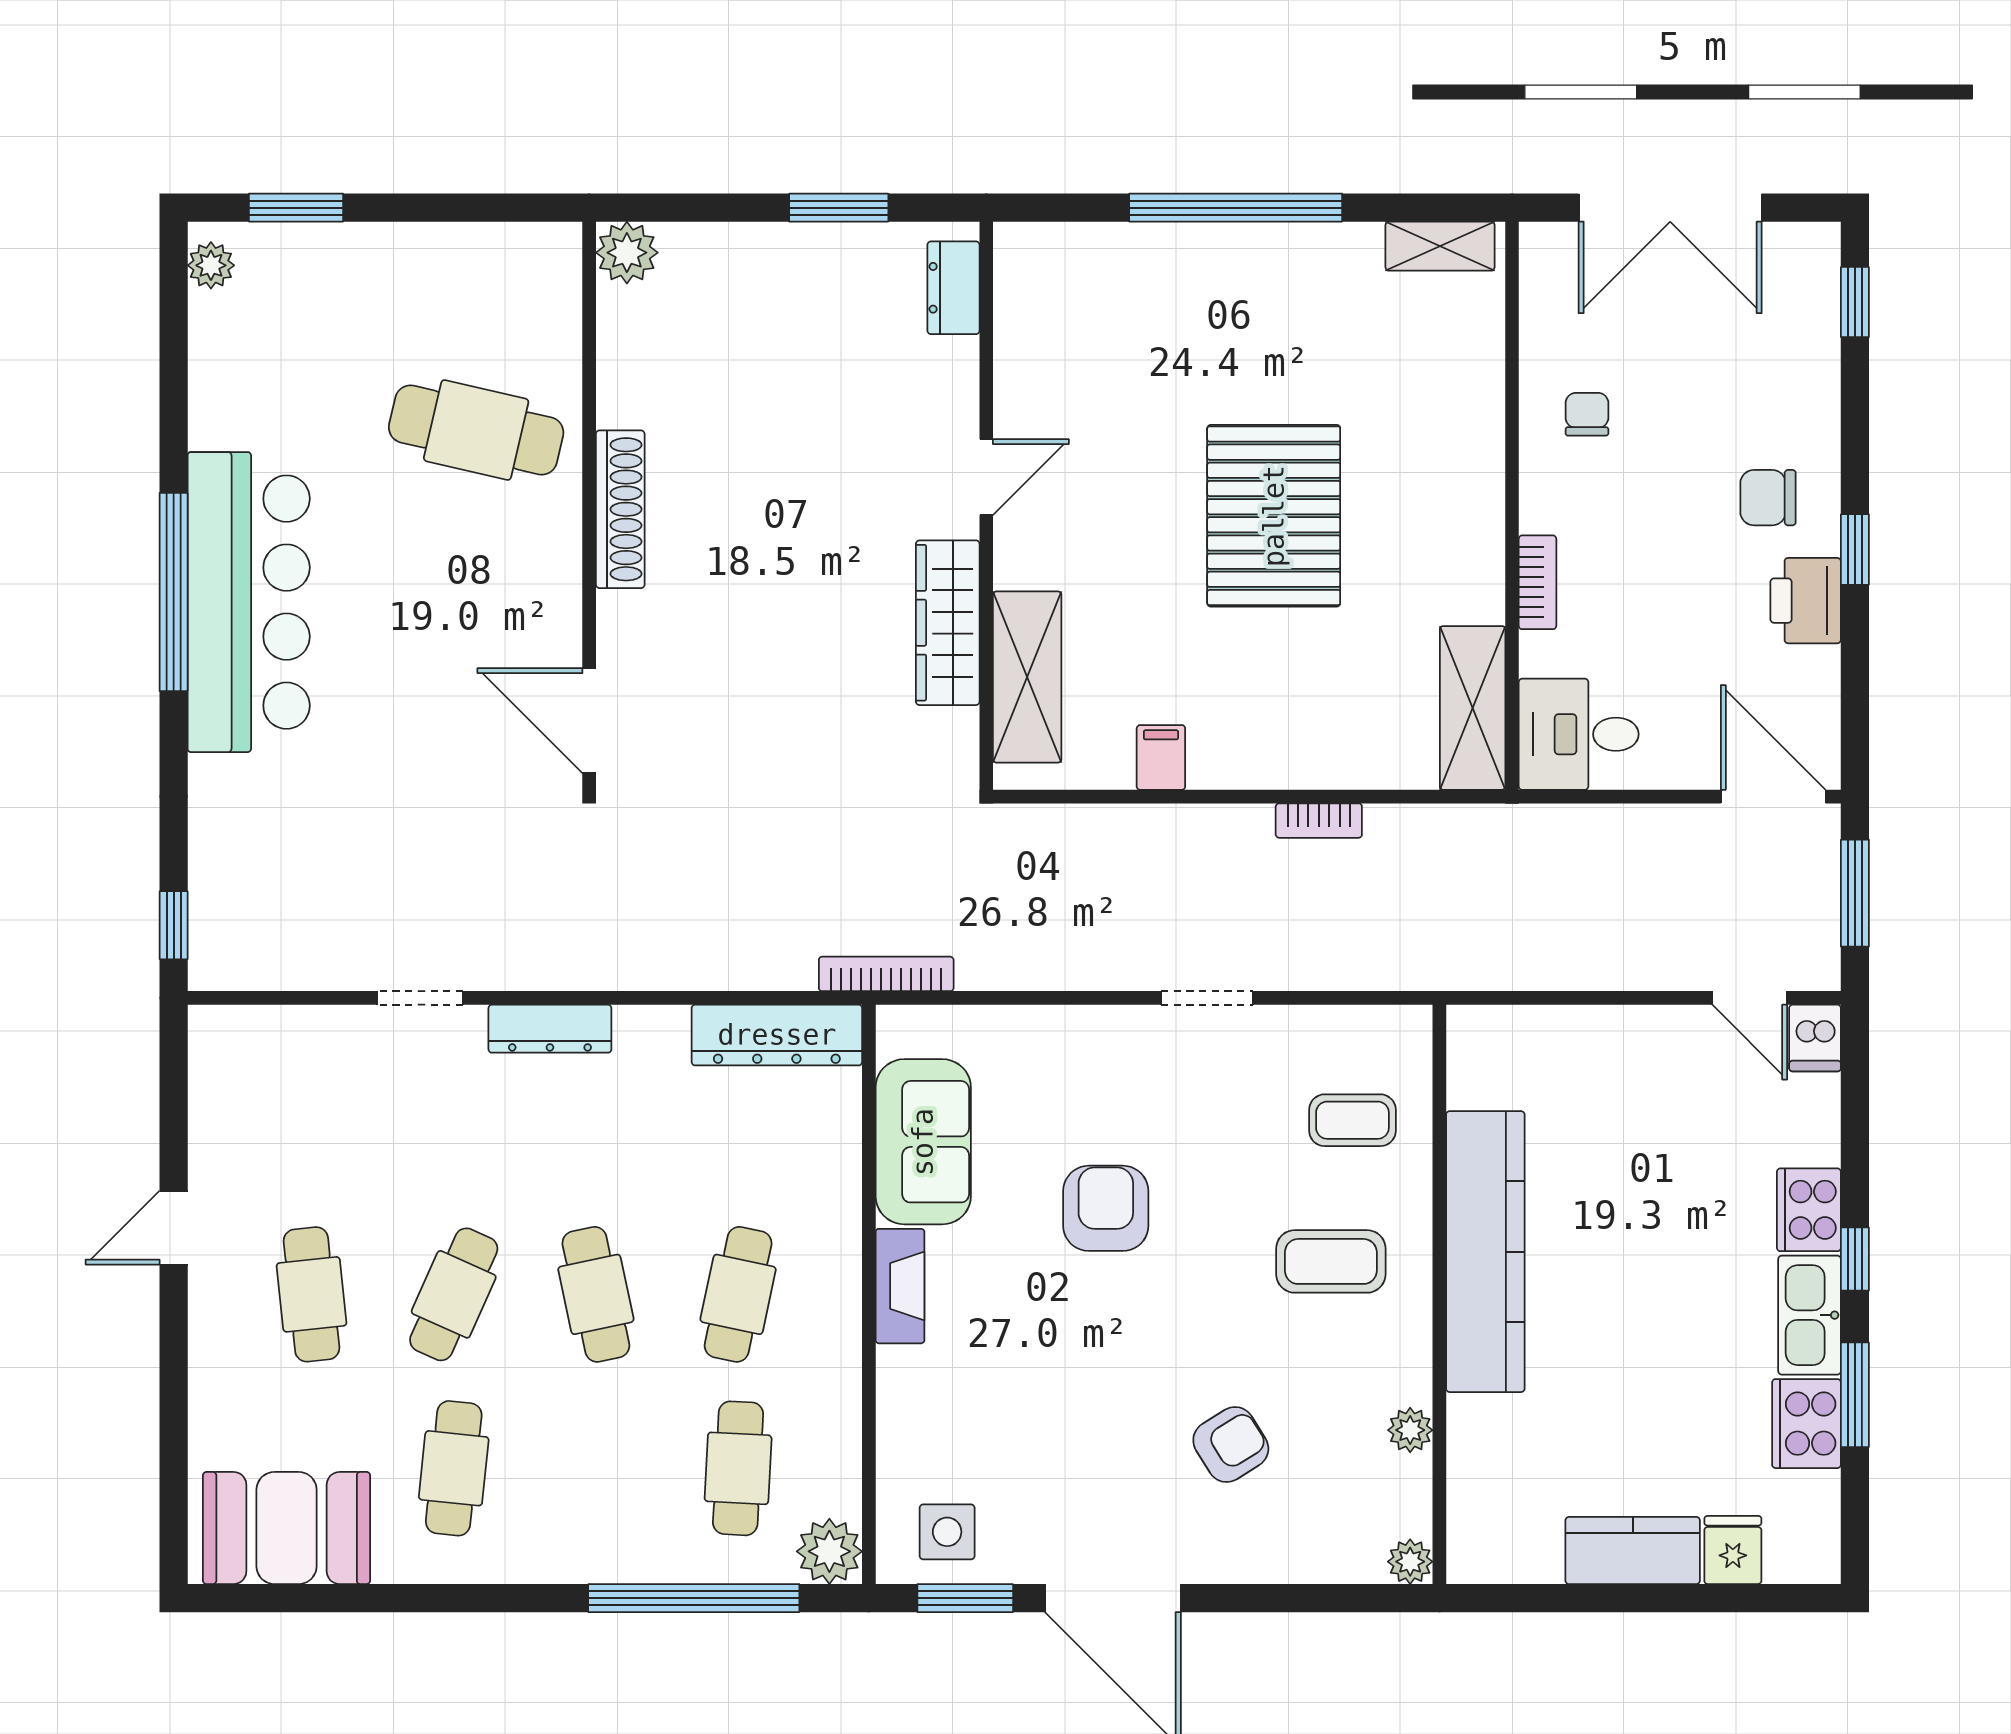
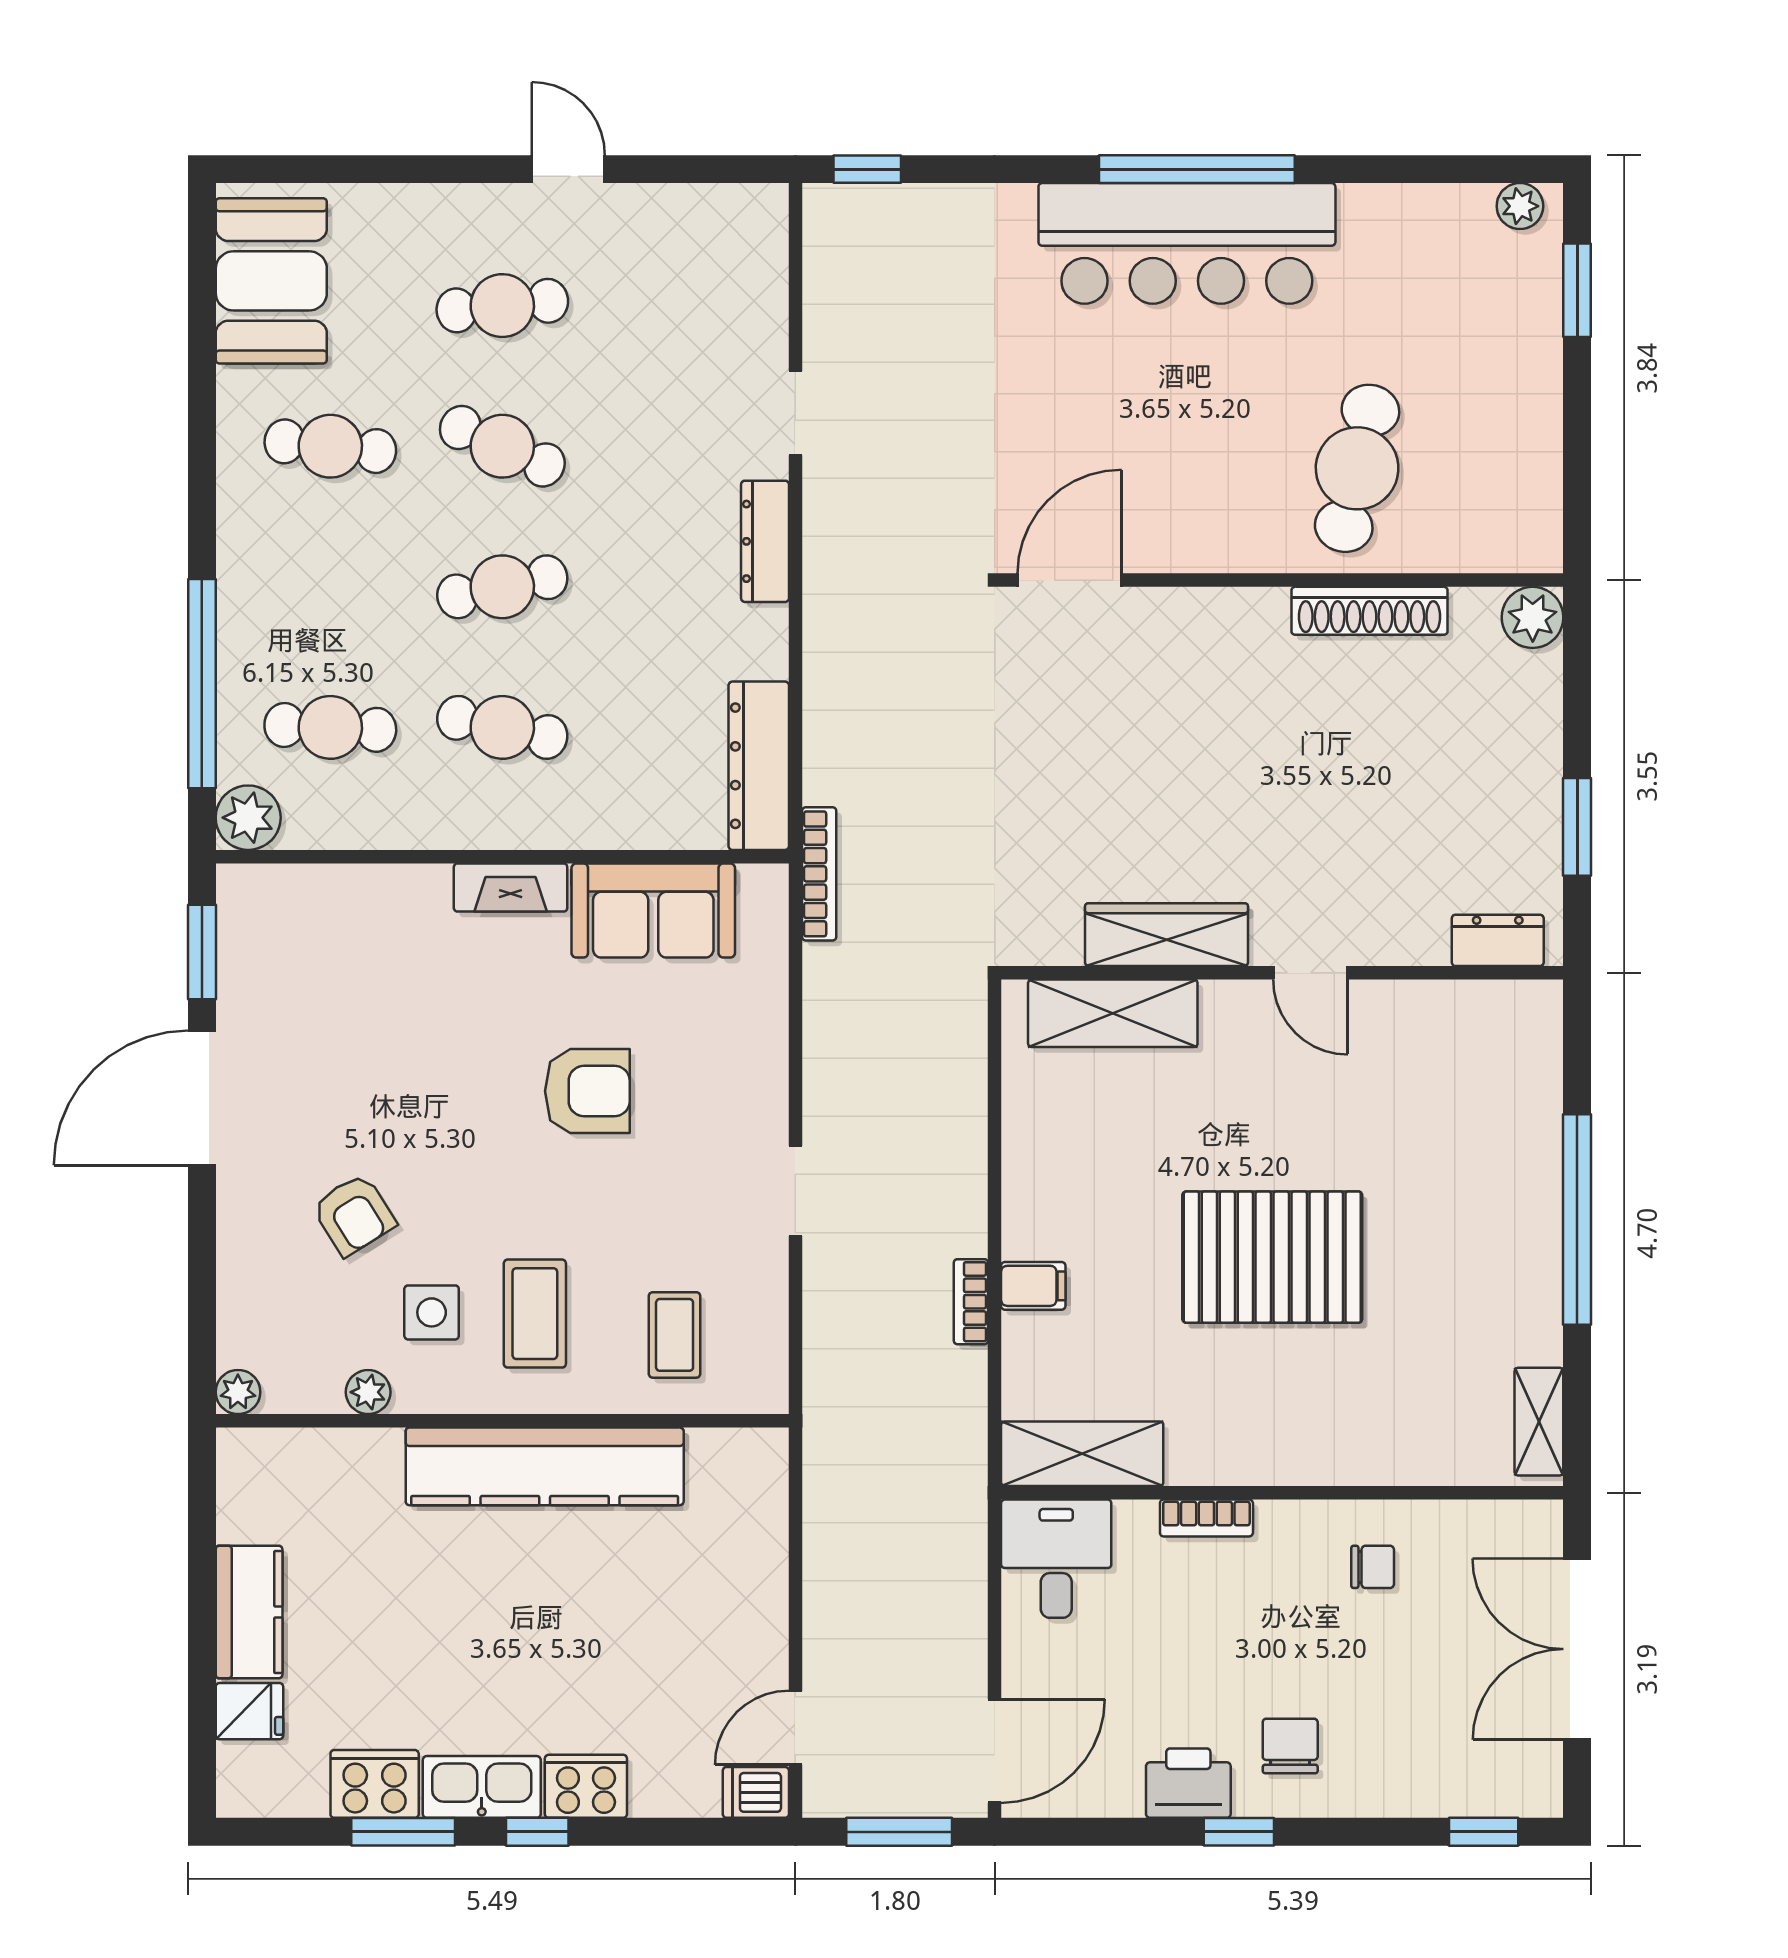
shoe rack: (620, 509) -> (1370, 611), moved
filing cabinet: (1161, 757) -> (1033, 1286), moved
side table: (947, 1532) -> (432, 1312), moved

